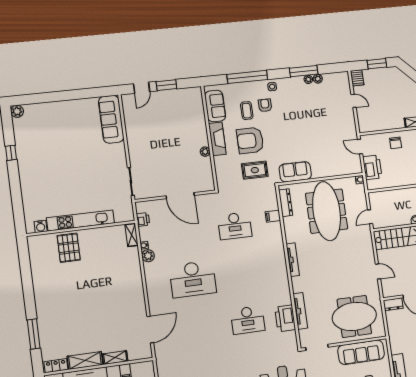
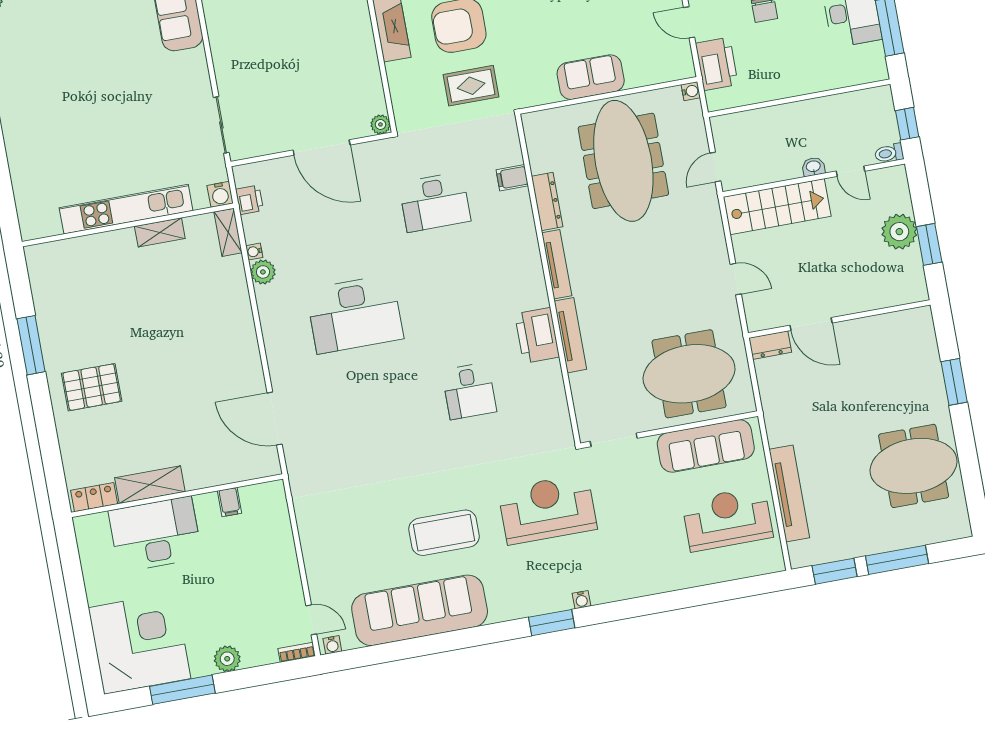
plant: (205, 152) -> (380, 124), moved
sofa: (295, 172) -> (591, 77), moved
dresser: (286, 203) -> (547, 201), moved
water cooler: (41, 226) -> (220, 194), moved
pallet: (69, 248) -> (92, 387), moved, turned 90
tv unit: (300, 311) -> (570, 335), moved
printer: (285, 318) -> (537, 335), moved
desk: (248, 320) -> (469, 391), width x0.73
door: (150, 330) -> (275, 419), swing flipped
window: (34, 334) -> (31, 345), moved
shelving: (115, 358) -> (160, 232), moved

